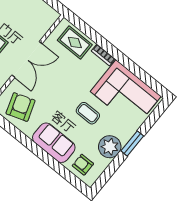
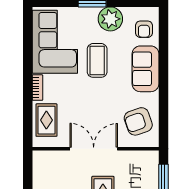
coffee table: (88, 113) -> (97, 60), width x1.36, depth x1.30

